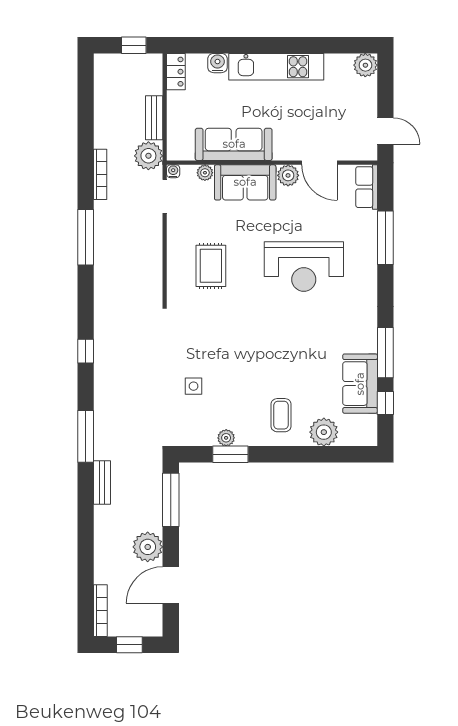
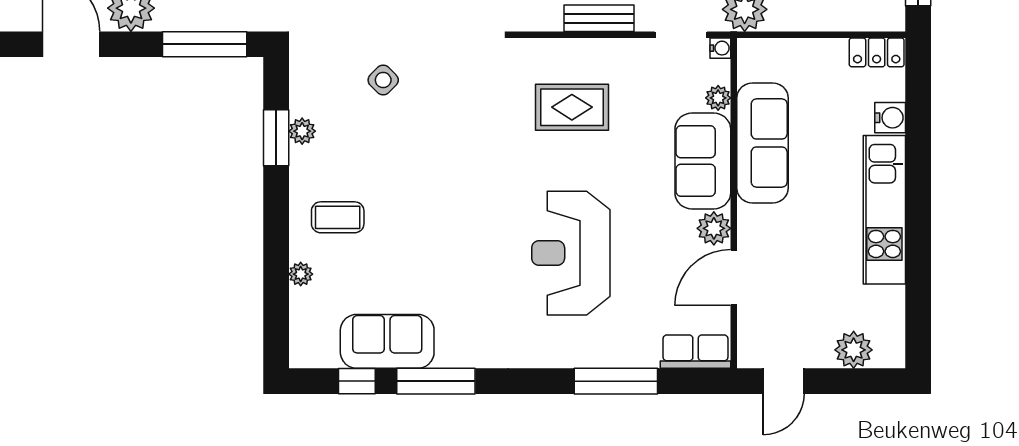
plant: (365, 65) -> (854, 350), moved
bench: (154, 118) -> (599, 18), moved
side table: (194, 386) -> (383, 80), turned 45
plant: (324, 432) -> (301, 274), width x0.53, depth x0.53

